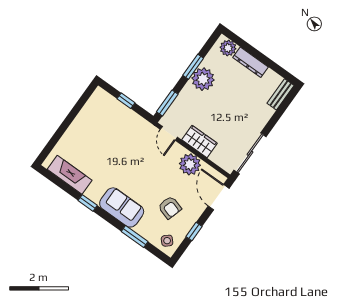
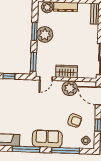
door: (169, 133) -> (46, 78), hinge flipped
window: (88, 203) -> (26, 149), width x2.17
window: (135, 237) -> (66, 151), width x1.44

